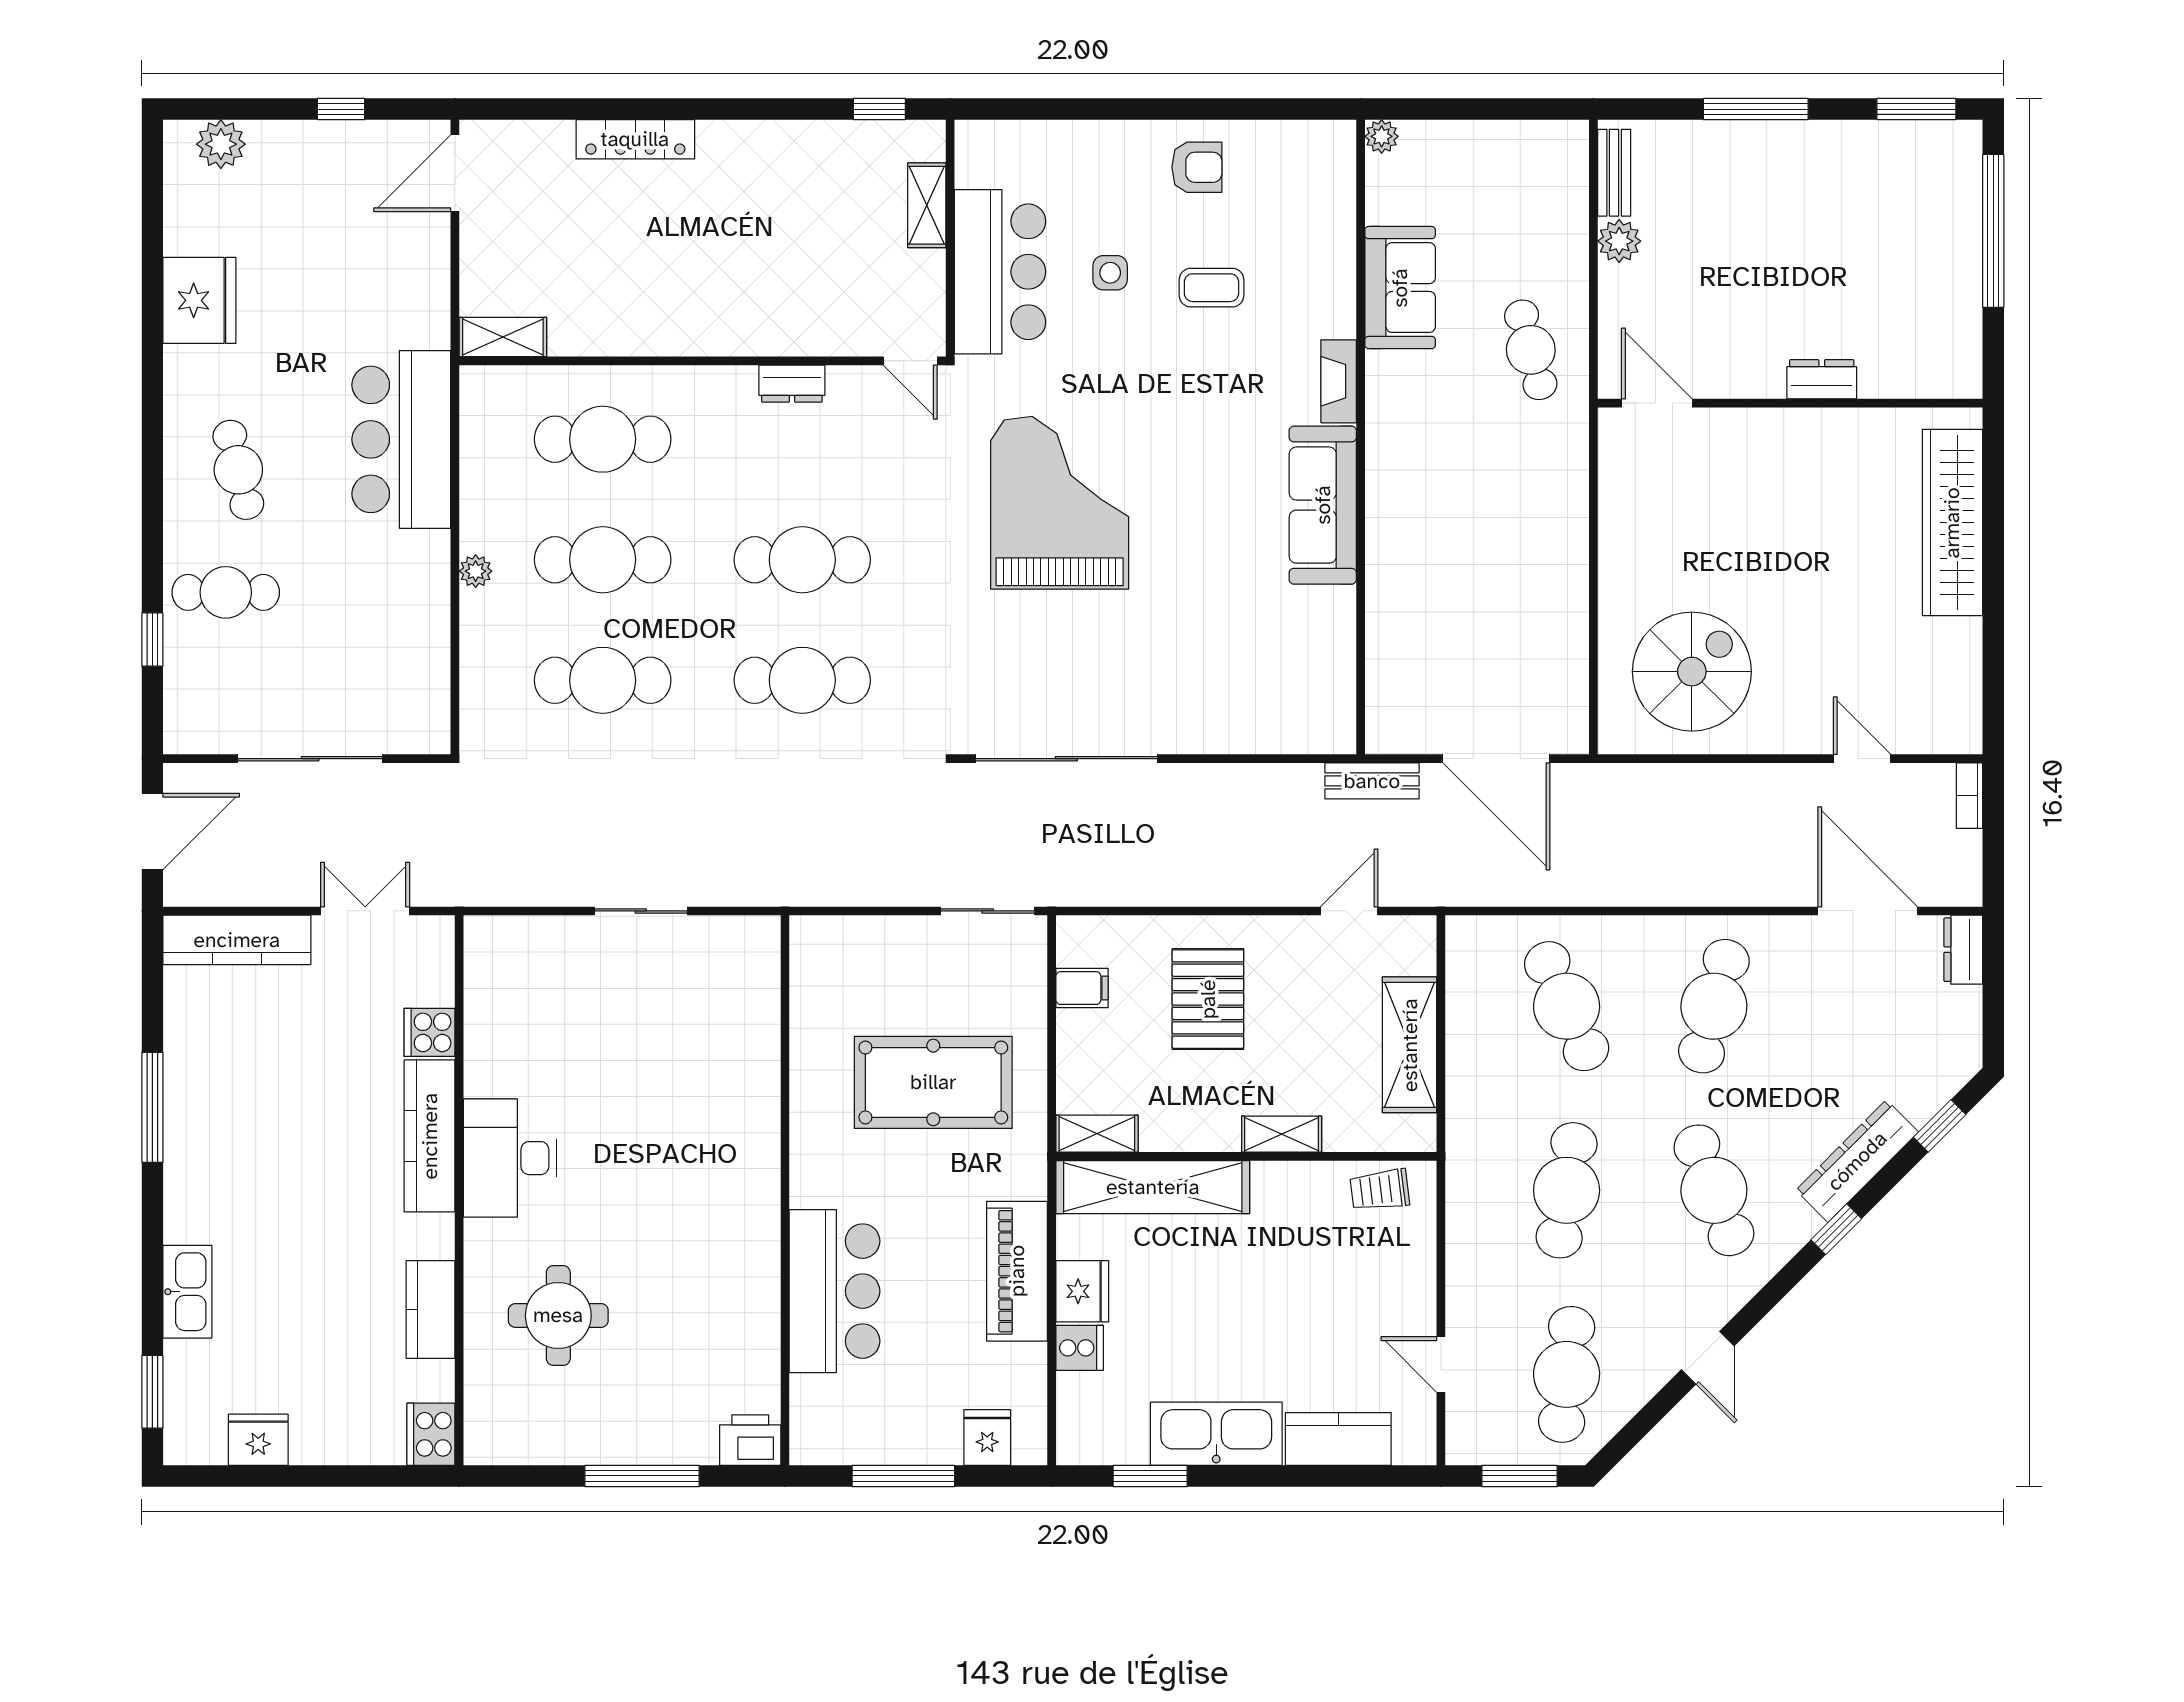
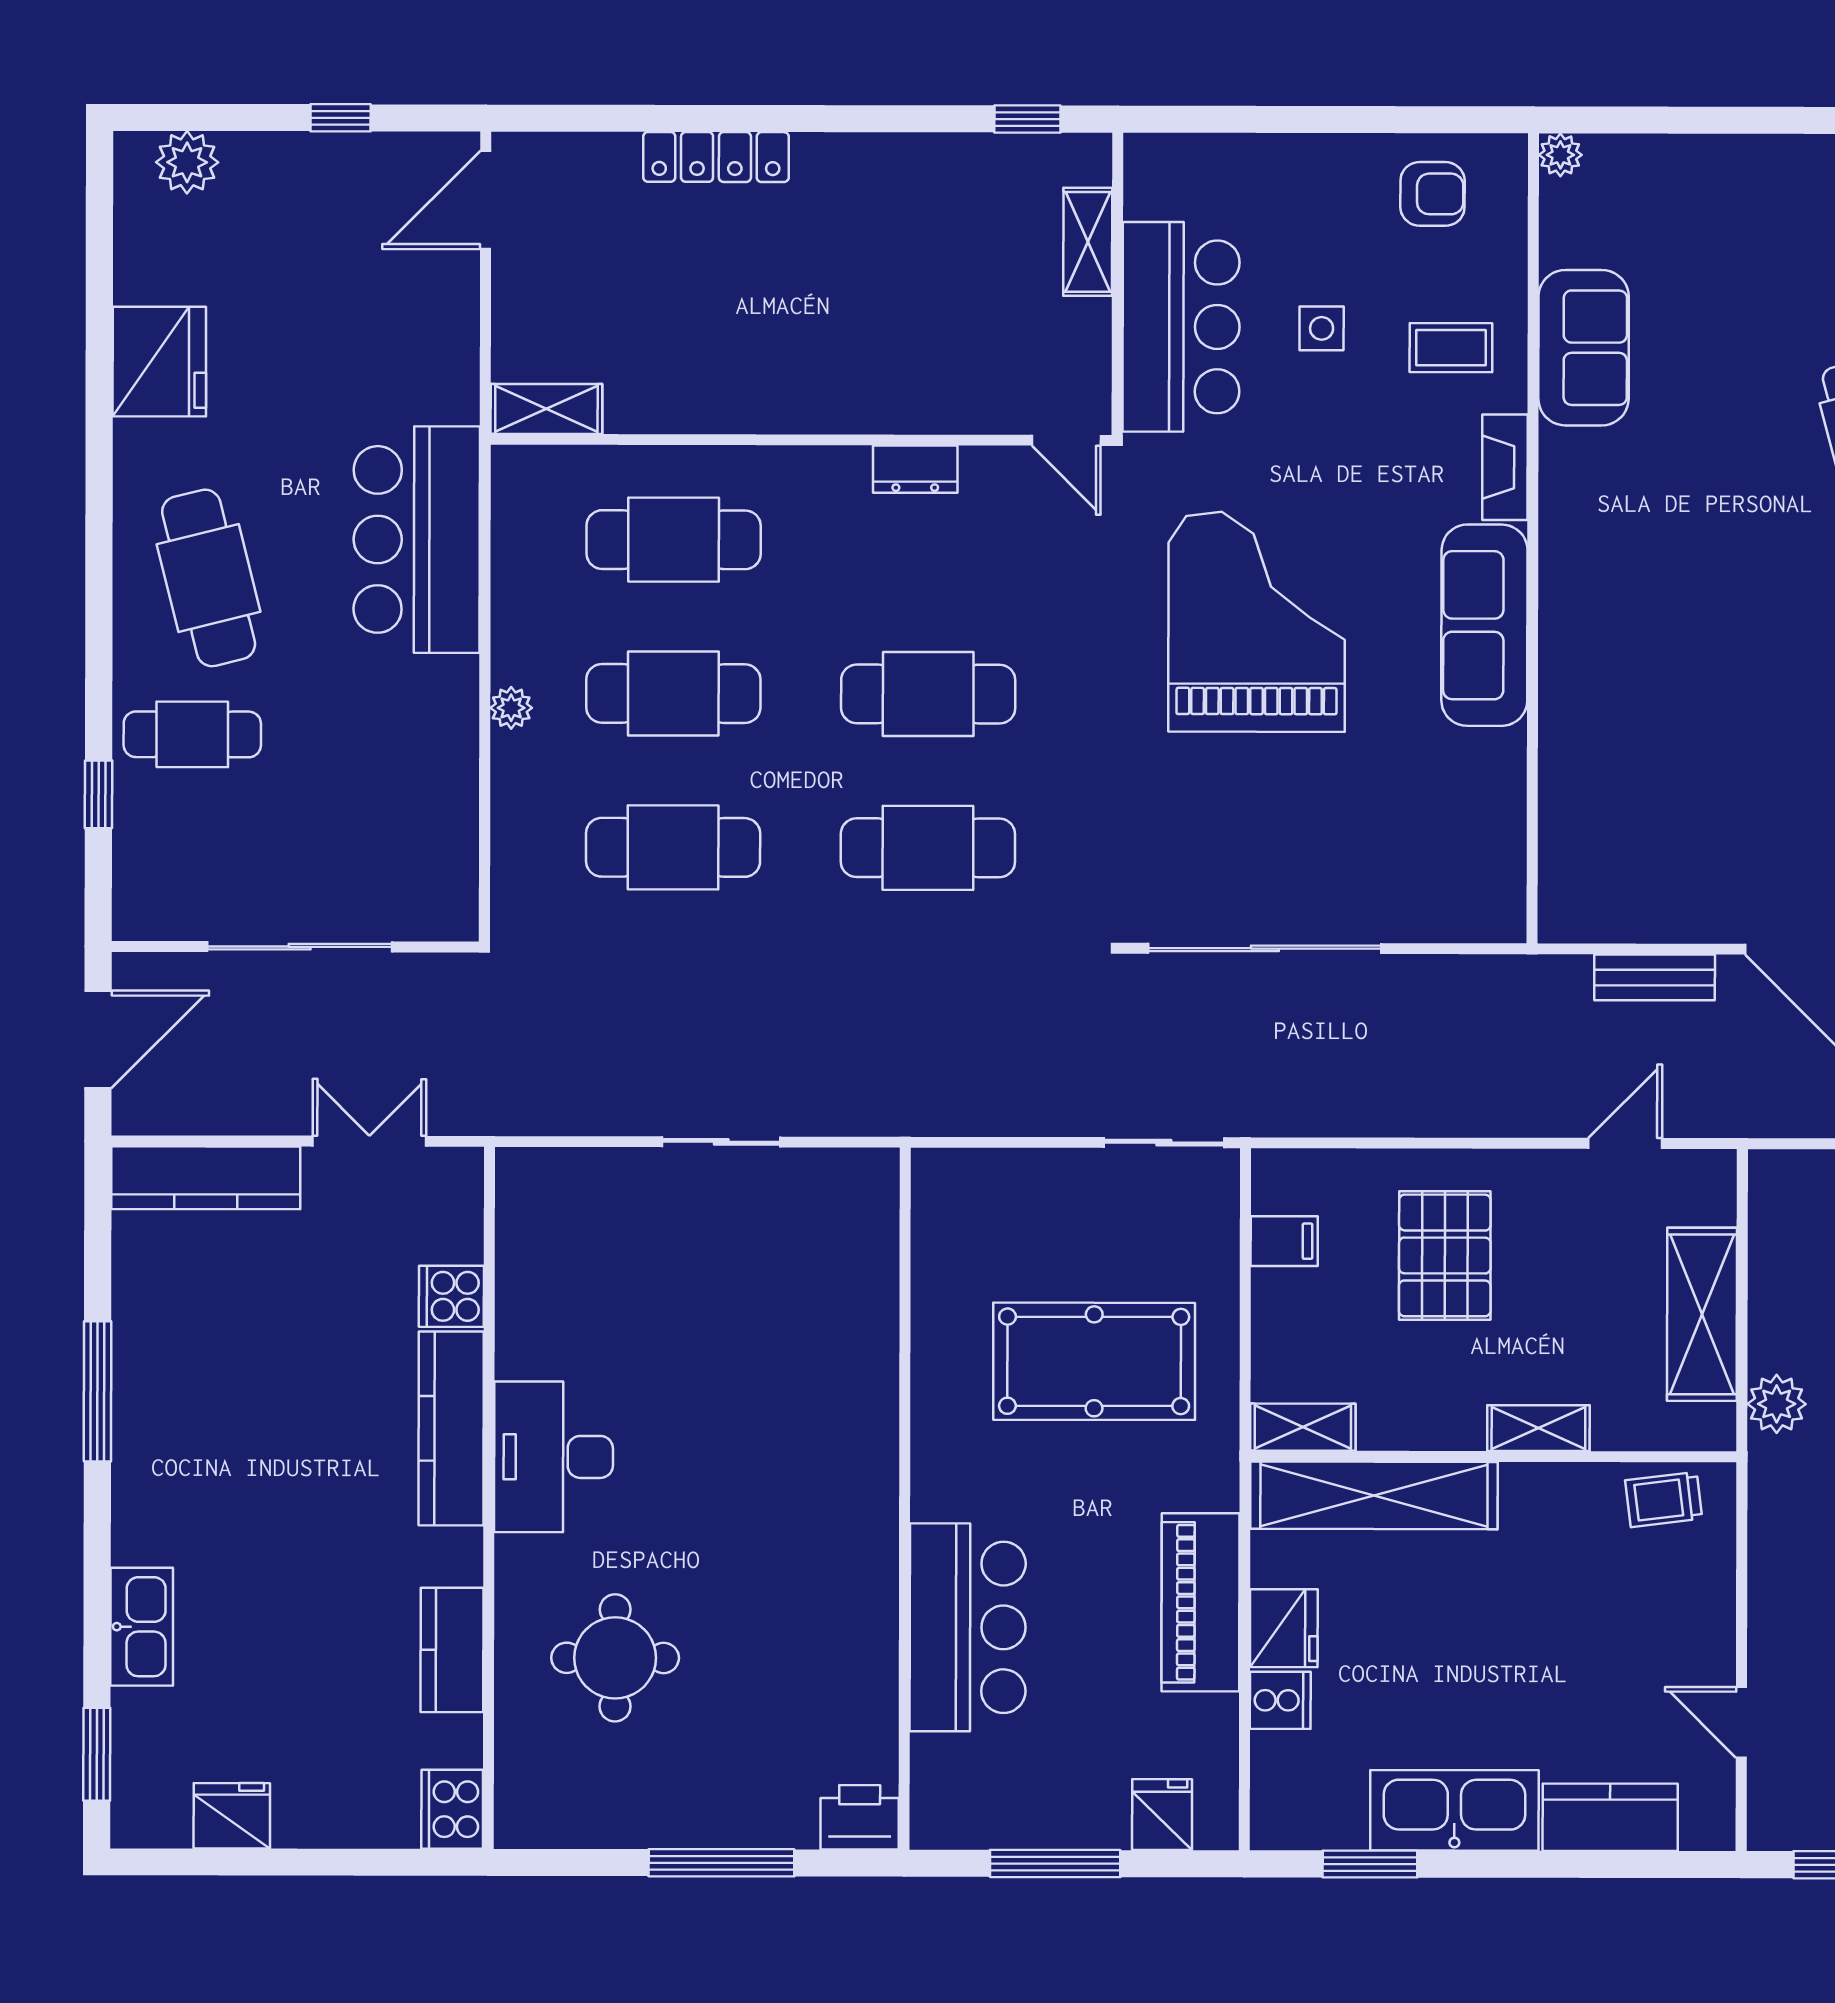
plant: (1382, 136) -> (1560, 155), moved
sofa: (1400, 288) -> (1584, 348), moved
fireplace: (1339, 381) -> (1505, 467), moved
wall: (1361, 437) -> (1533, 538), moved
cafe table: (238, 470) -> (209, 578), width x1.37, depth x1.35
sofa: (1323, 505) -> (1484, 625), moved
plant: (1468, 1115) -> (1777, 1404), added

